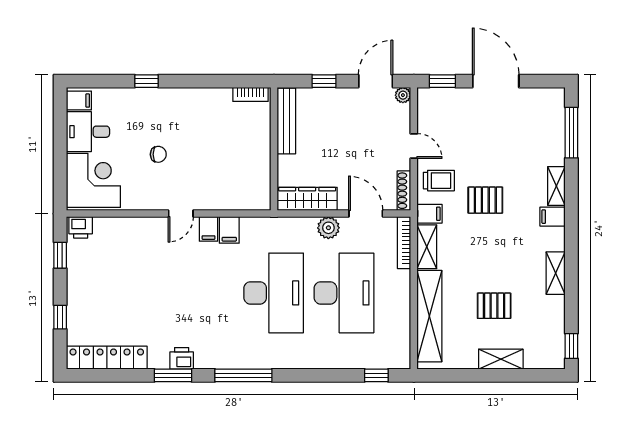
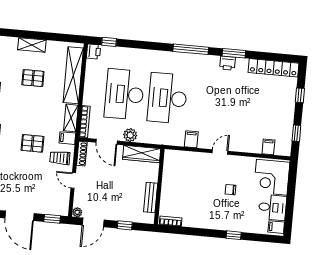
bench: (286, 121) -> (151, 197), width x0.73
printer: (81, 227) -> (94, 52), moved, turned 90
filing cabinet: (208, 229) -> (268, 147), moved

